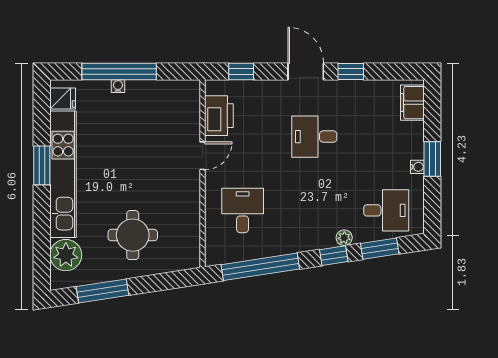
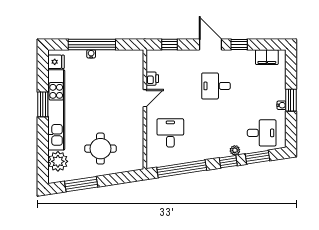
filing cabinet: (412, 103) -> (267, 57), moved, turned -90
printer: (219, 116) -> (152, 79), width x0.53, depth x0.68

